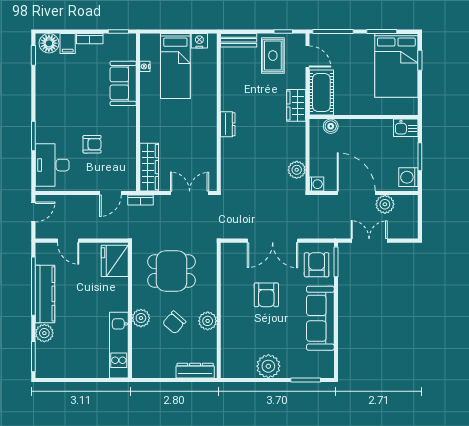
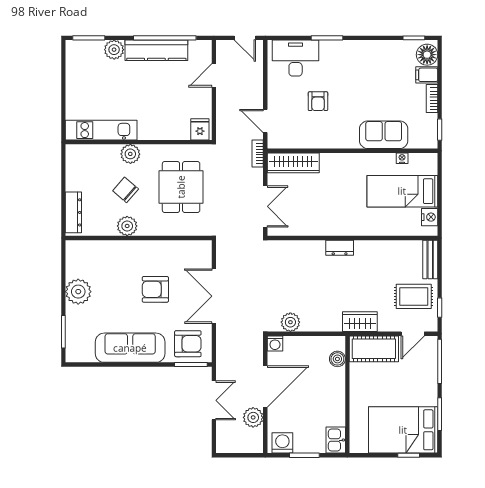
fridge: (115, 261) -> (200, 129), width x0.53, depth x0.75

